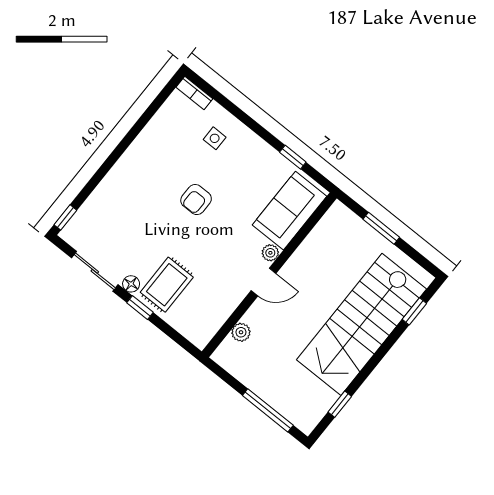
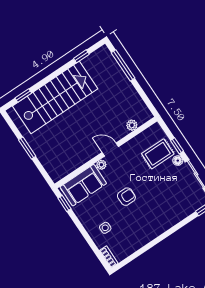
sofa: (289, 211) -> (83, 185), moved
plant: (270, 253) -> (101, 165), moved
wall: (269, 275) -> (106, 153), moved
door: (264, 282) -> (110, 150), moved
plant: (241, 332) -> (132, 125), moved

